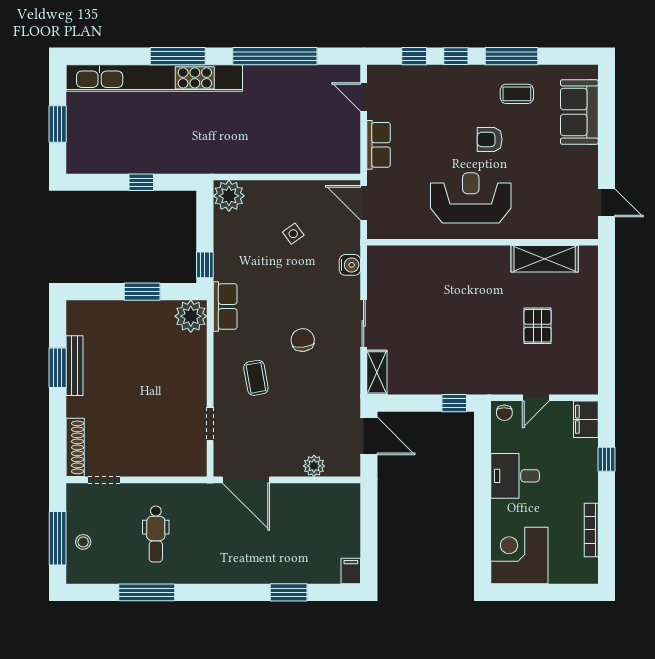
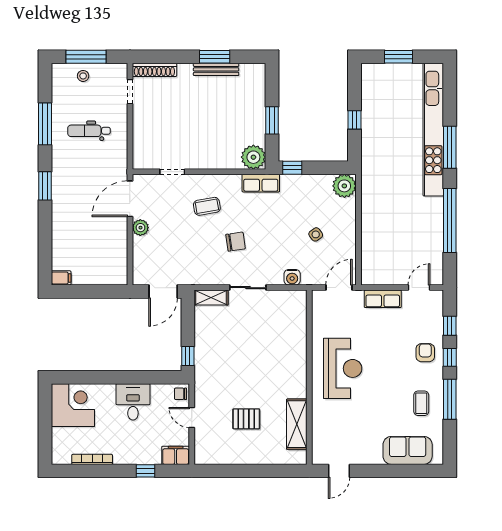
armchair: (490, 139) -> (425, 353), moved
plant: (314, 466) -> (140, 228), moved
window: (289, 592) -> (45, 186), moved

